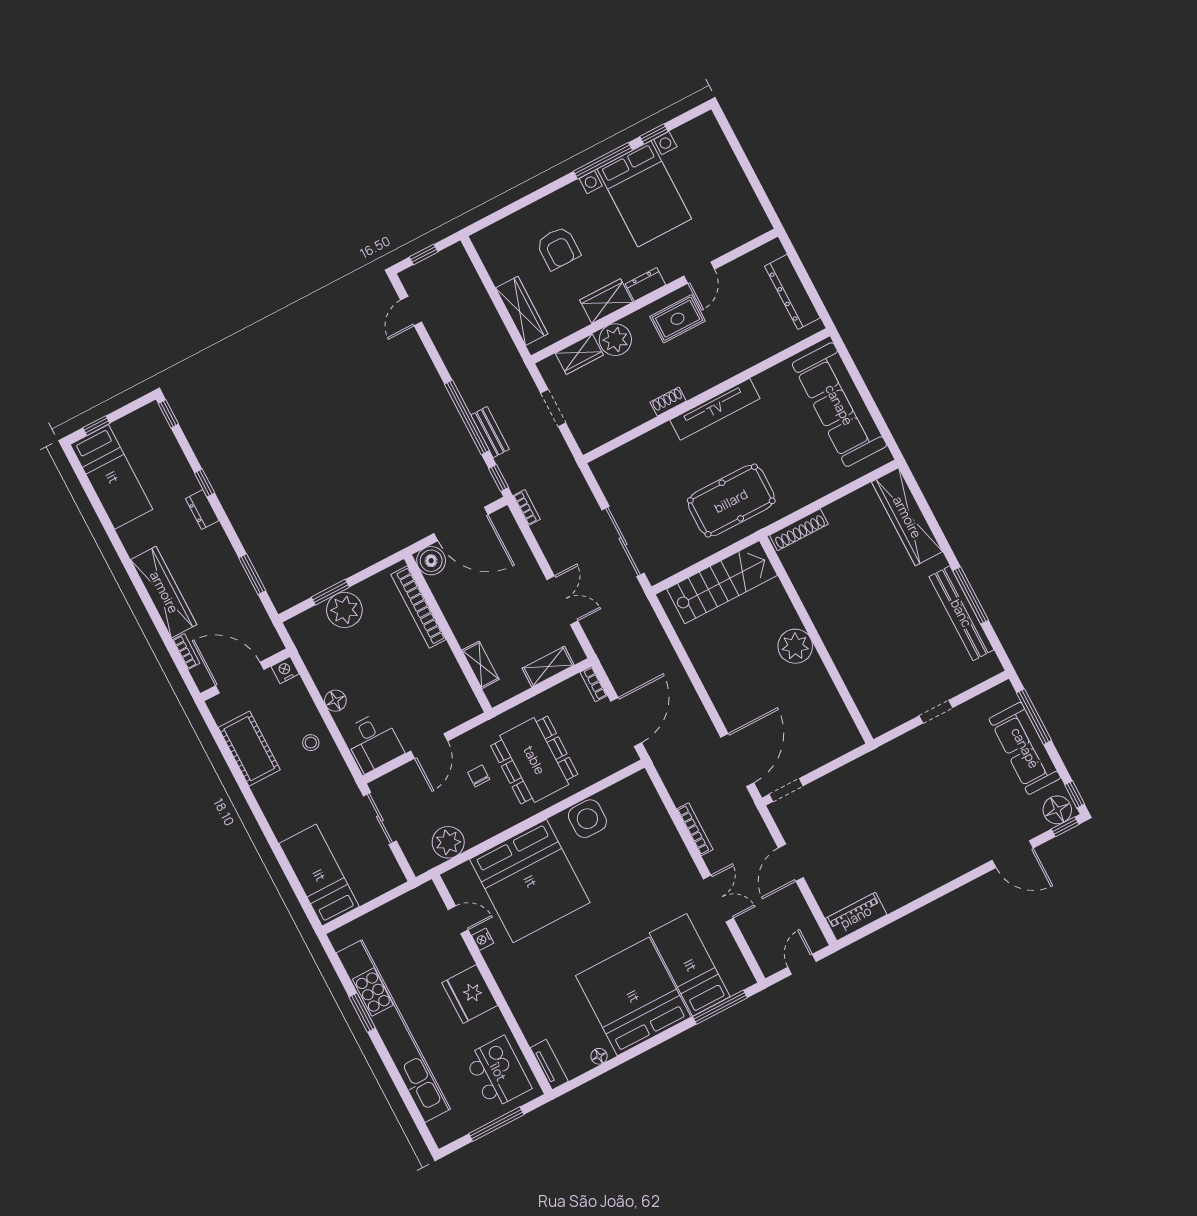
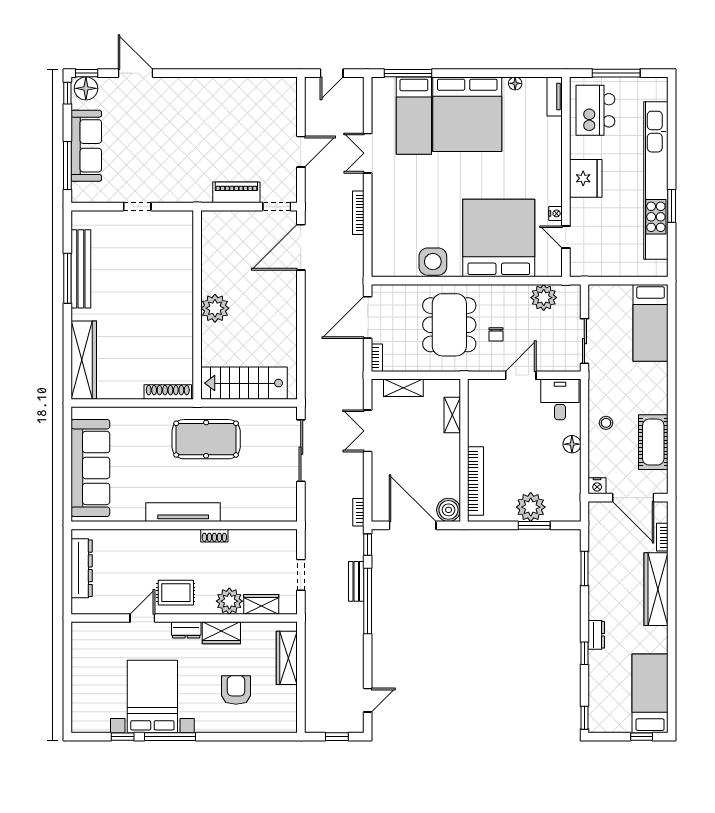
piano: (856, 917) -> (236, 192), moved, turned 180

